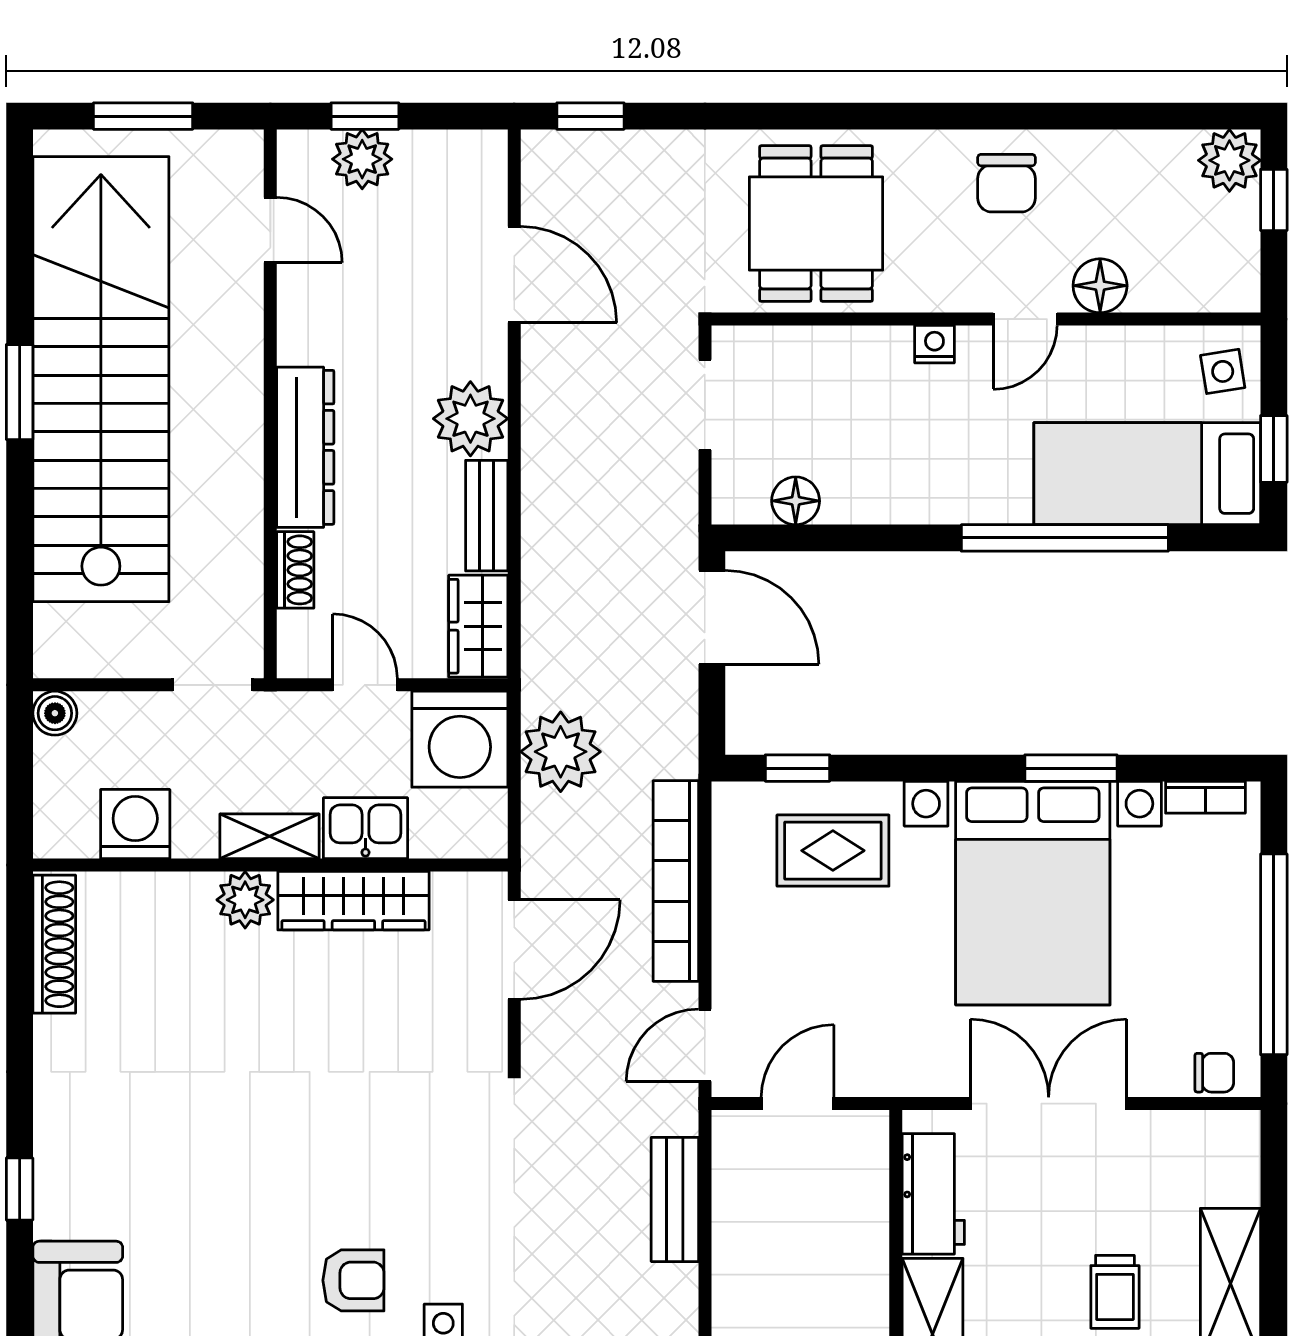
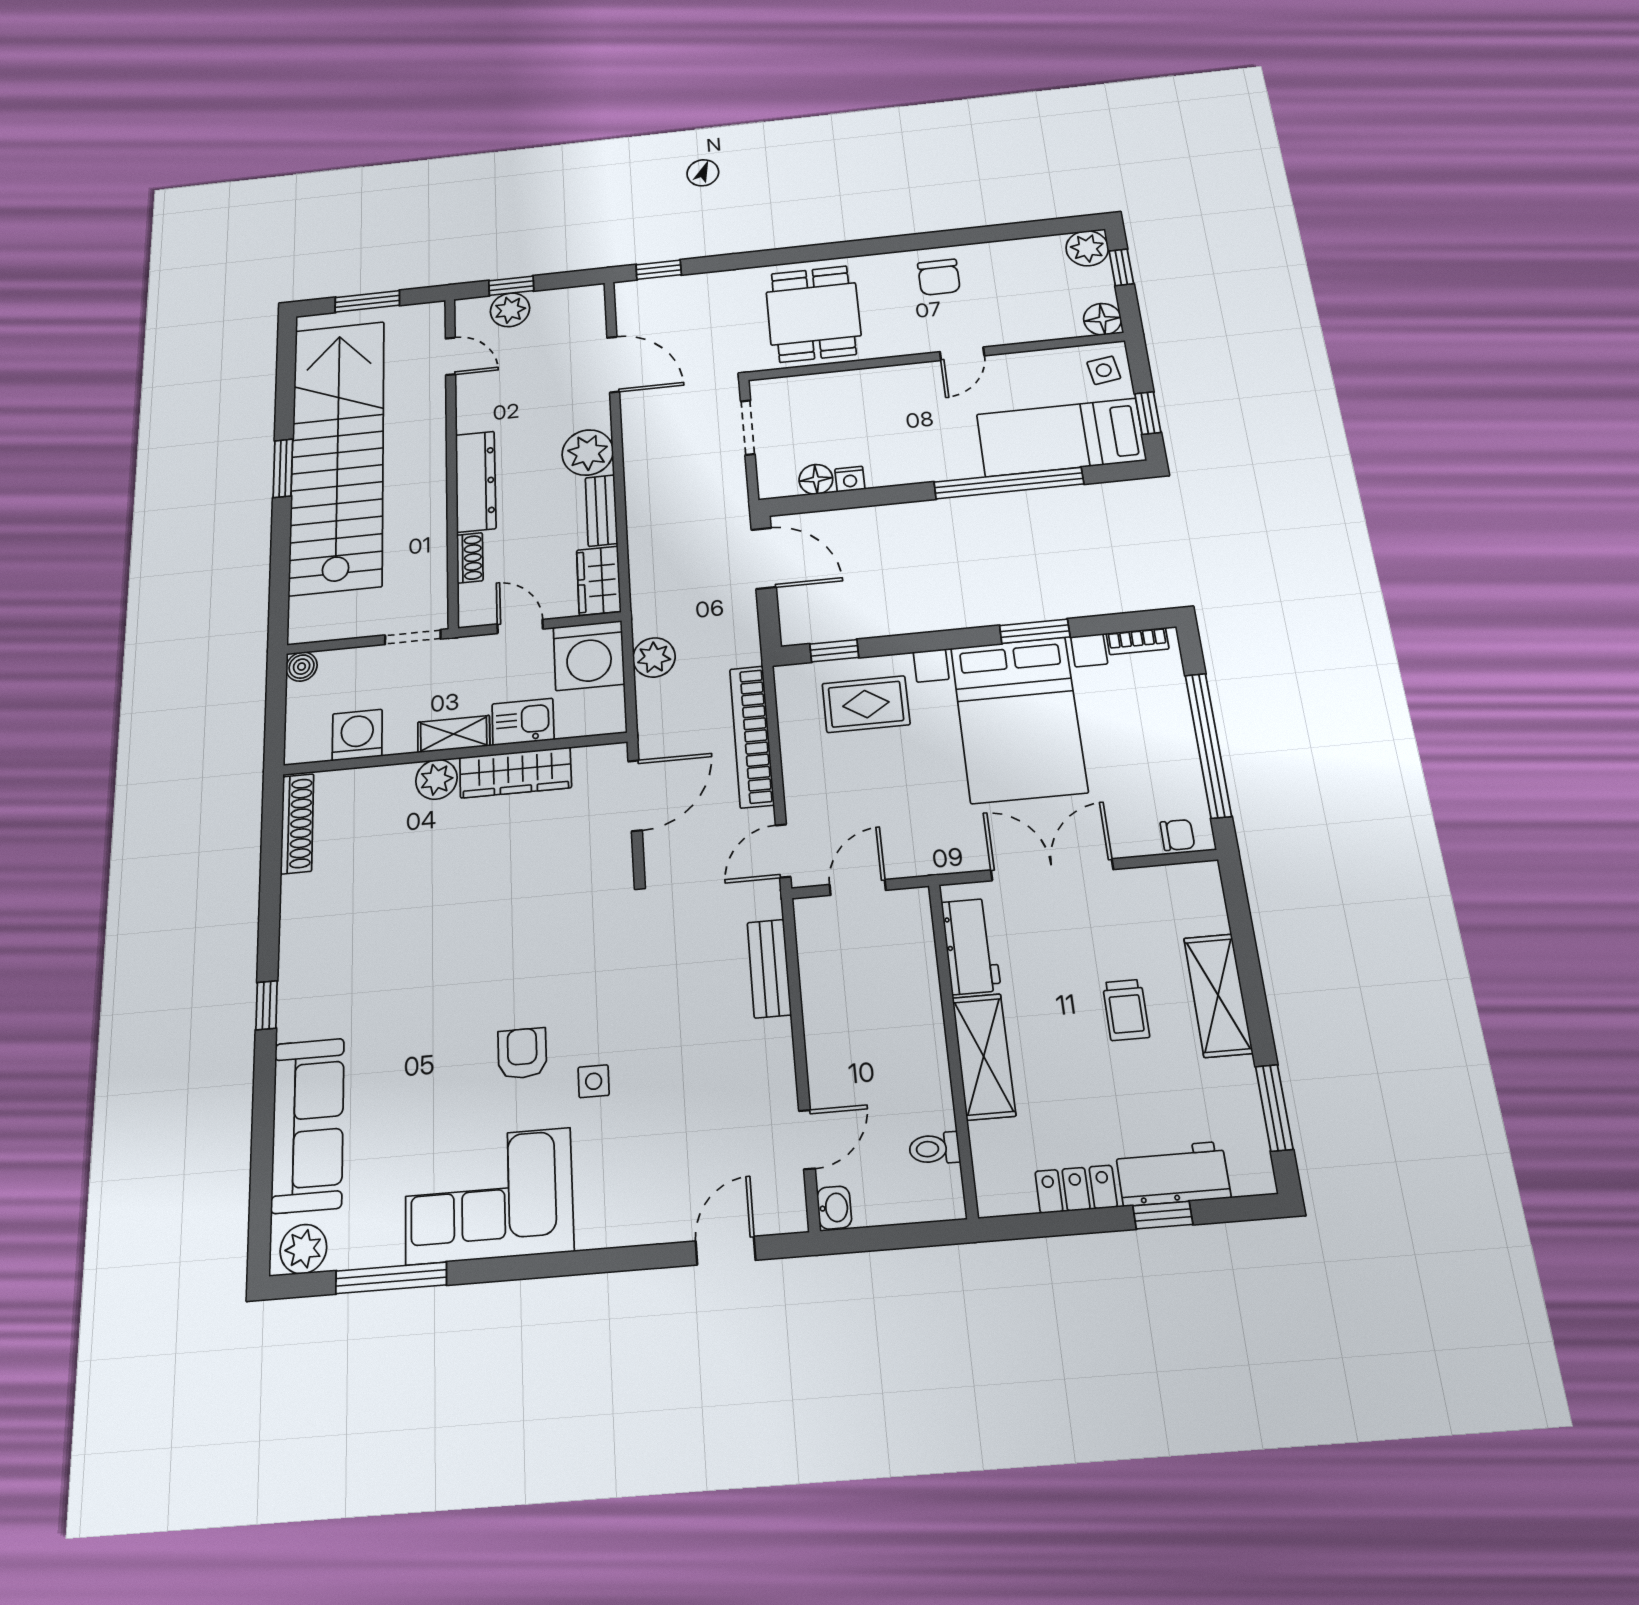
floor lamp: (1100, 286) -> (1102, 319), moved
nightstand: (934, 344) -> (850, 479), moved, turned 180
plant: (561, 752) -> (654, 657), width x0.73, depth x0.73
armchair: (353, 1280) -> (522, 1053), turned -90

